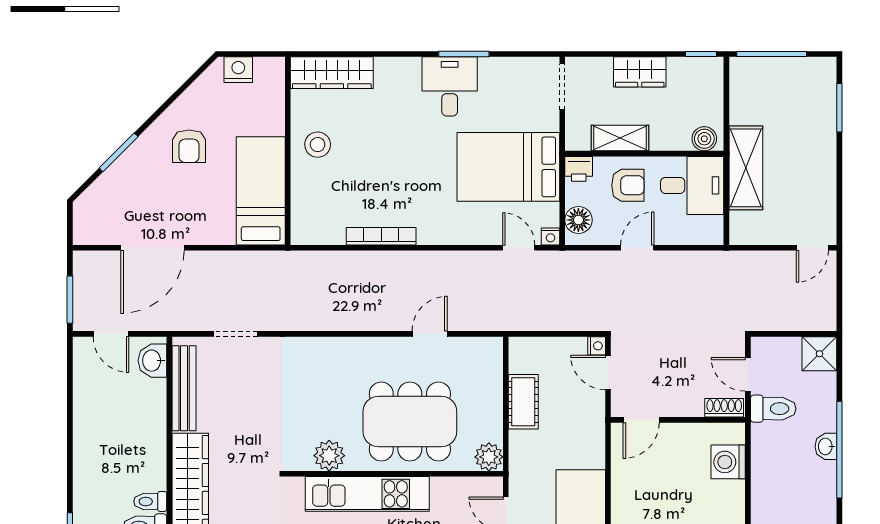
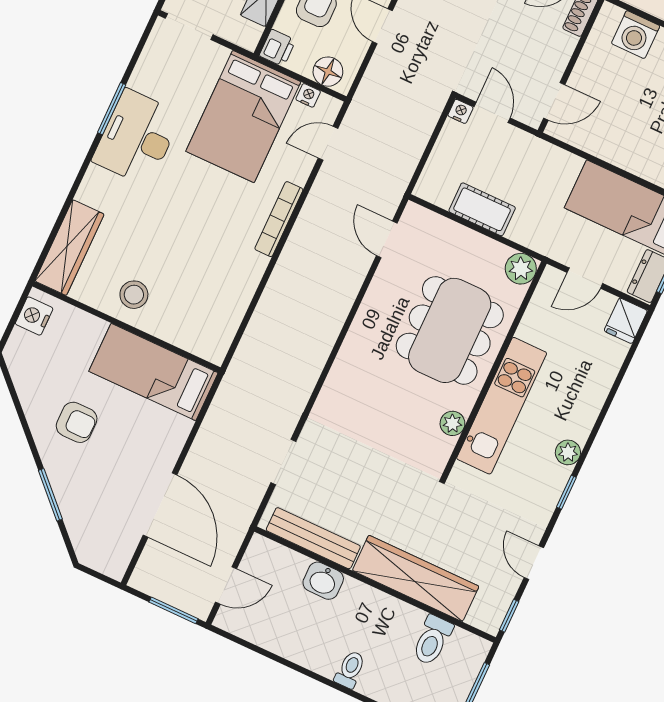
nightstand: (238, 70) -> (34, 316), moved
desk: (450, 86) -> (137, 138), width x1.37
bookcase: (381, 236) -> (279, 219), moved
nightstand: (550, 236) -> (308, 95), moved, turned -90
door: (430, 334) -> (387, 239), moved
washbasin: (152, 361) -> (323, 581), moved
door: (608, 372) -> (492, 112), swing flipped
door: (641, 420) -> (554, 101), hinge flipped
plant: (329, 456) -> (452, 423), width x0.73, depth x0.73
toilet: (150, 501) -> (350, 669), moved, turned 180

